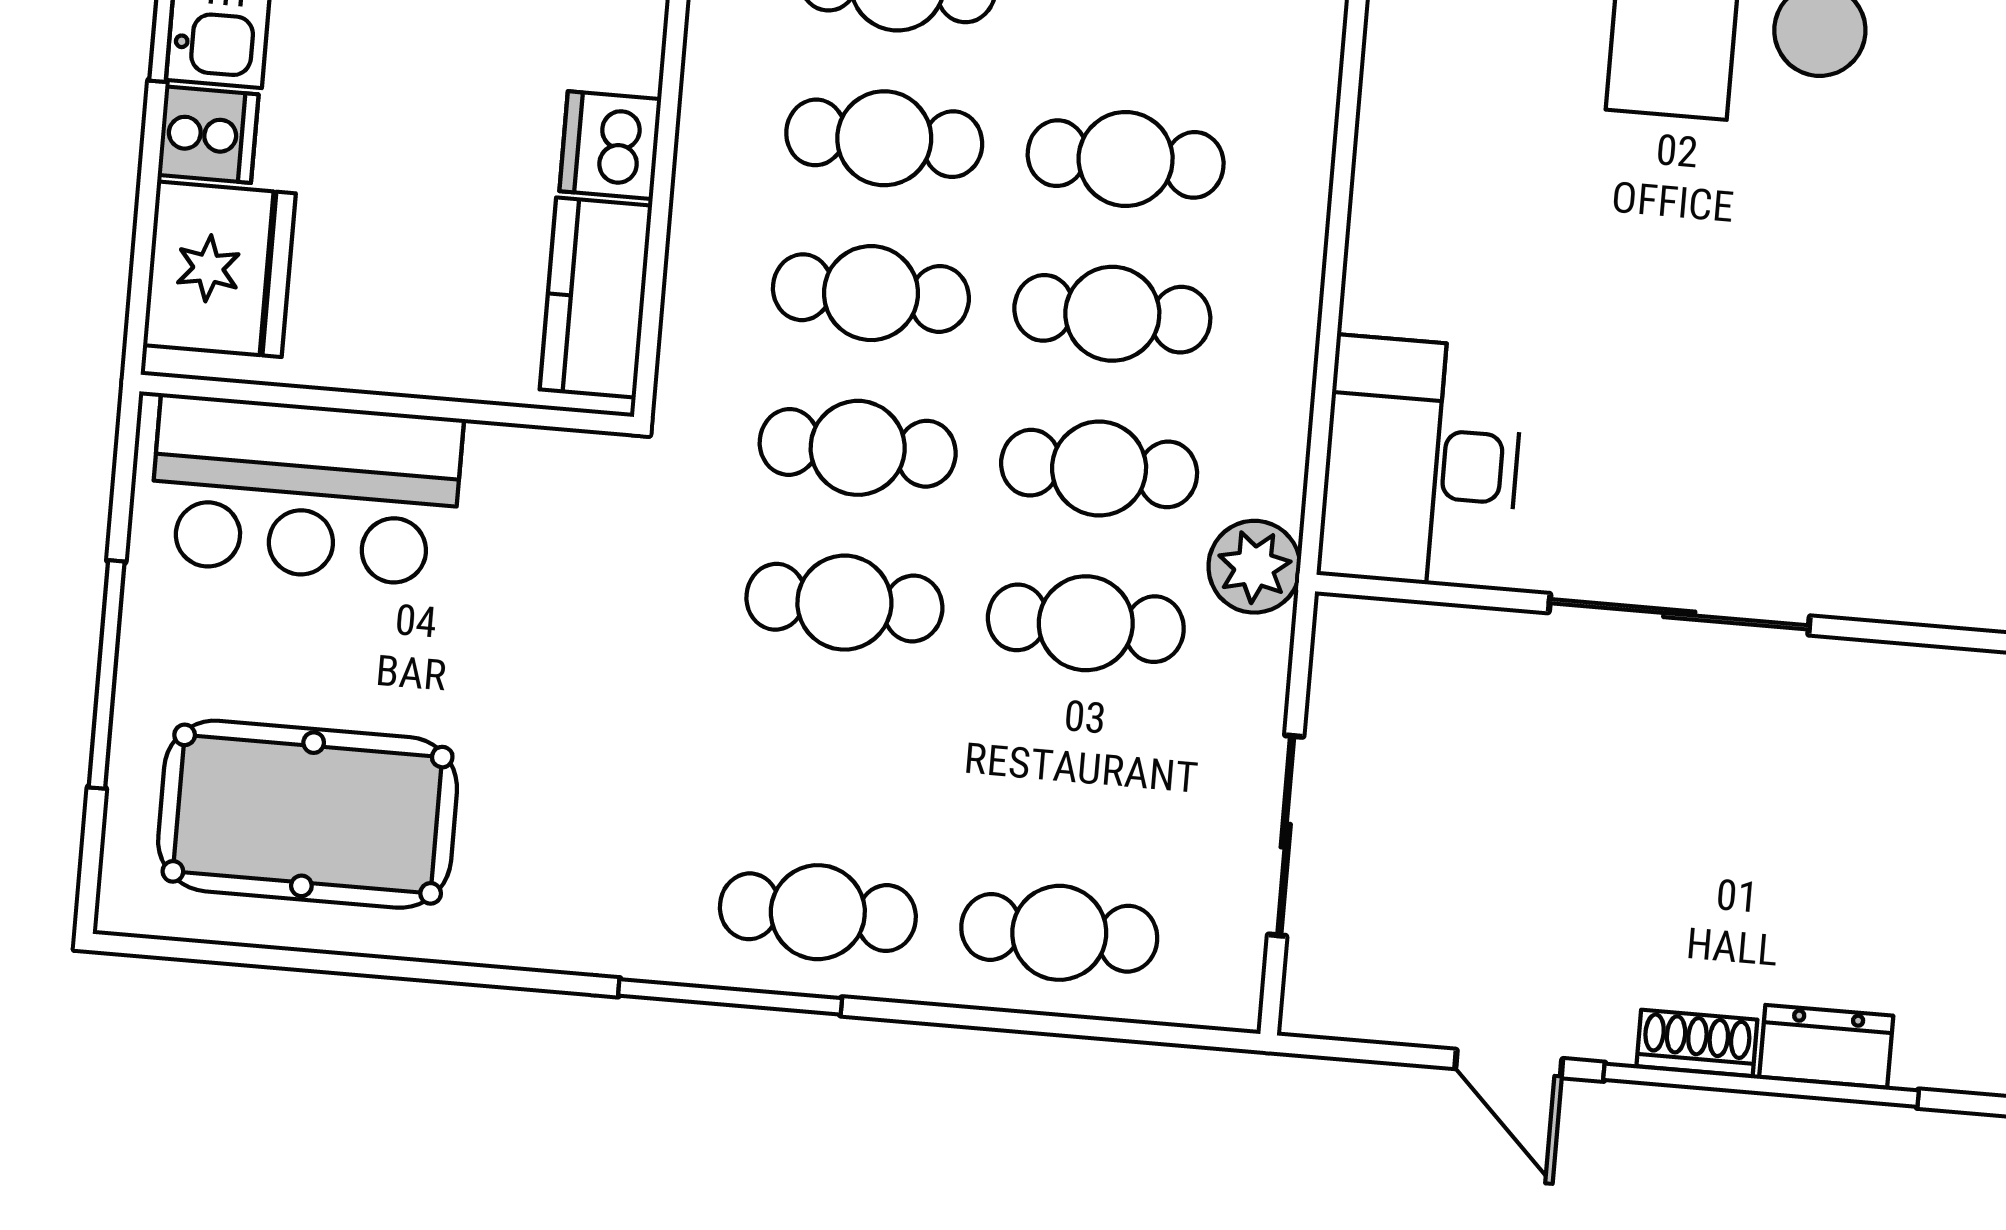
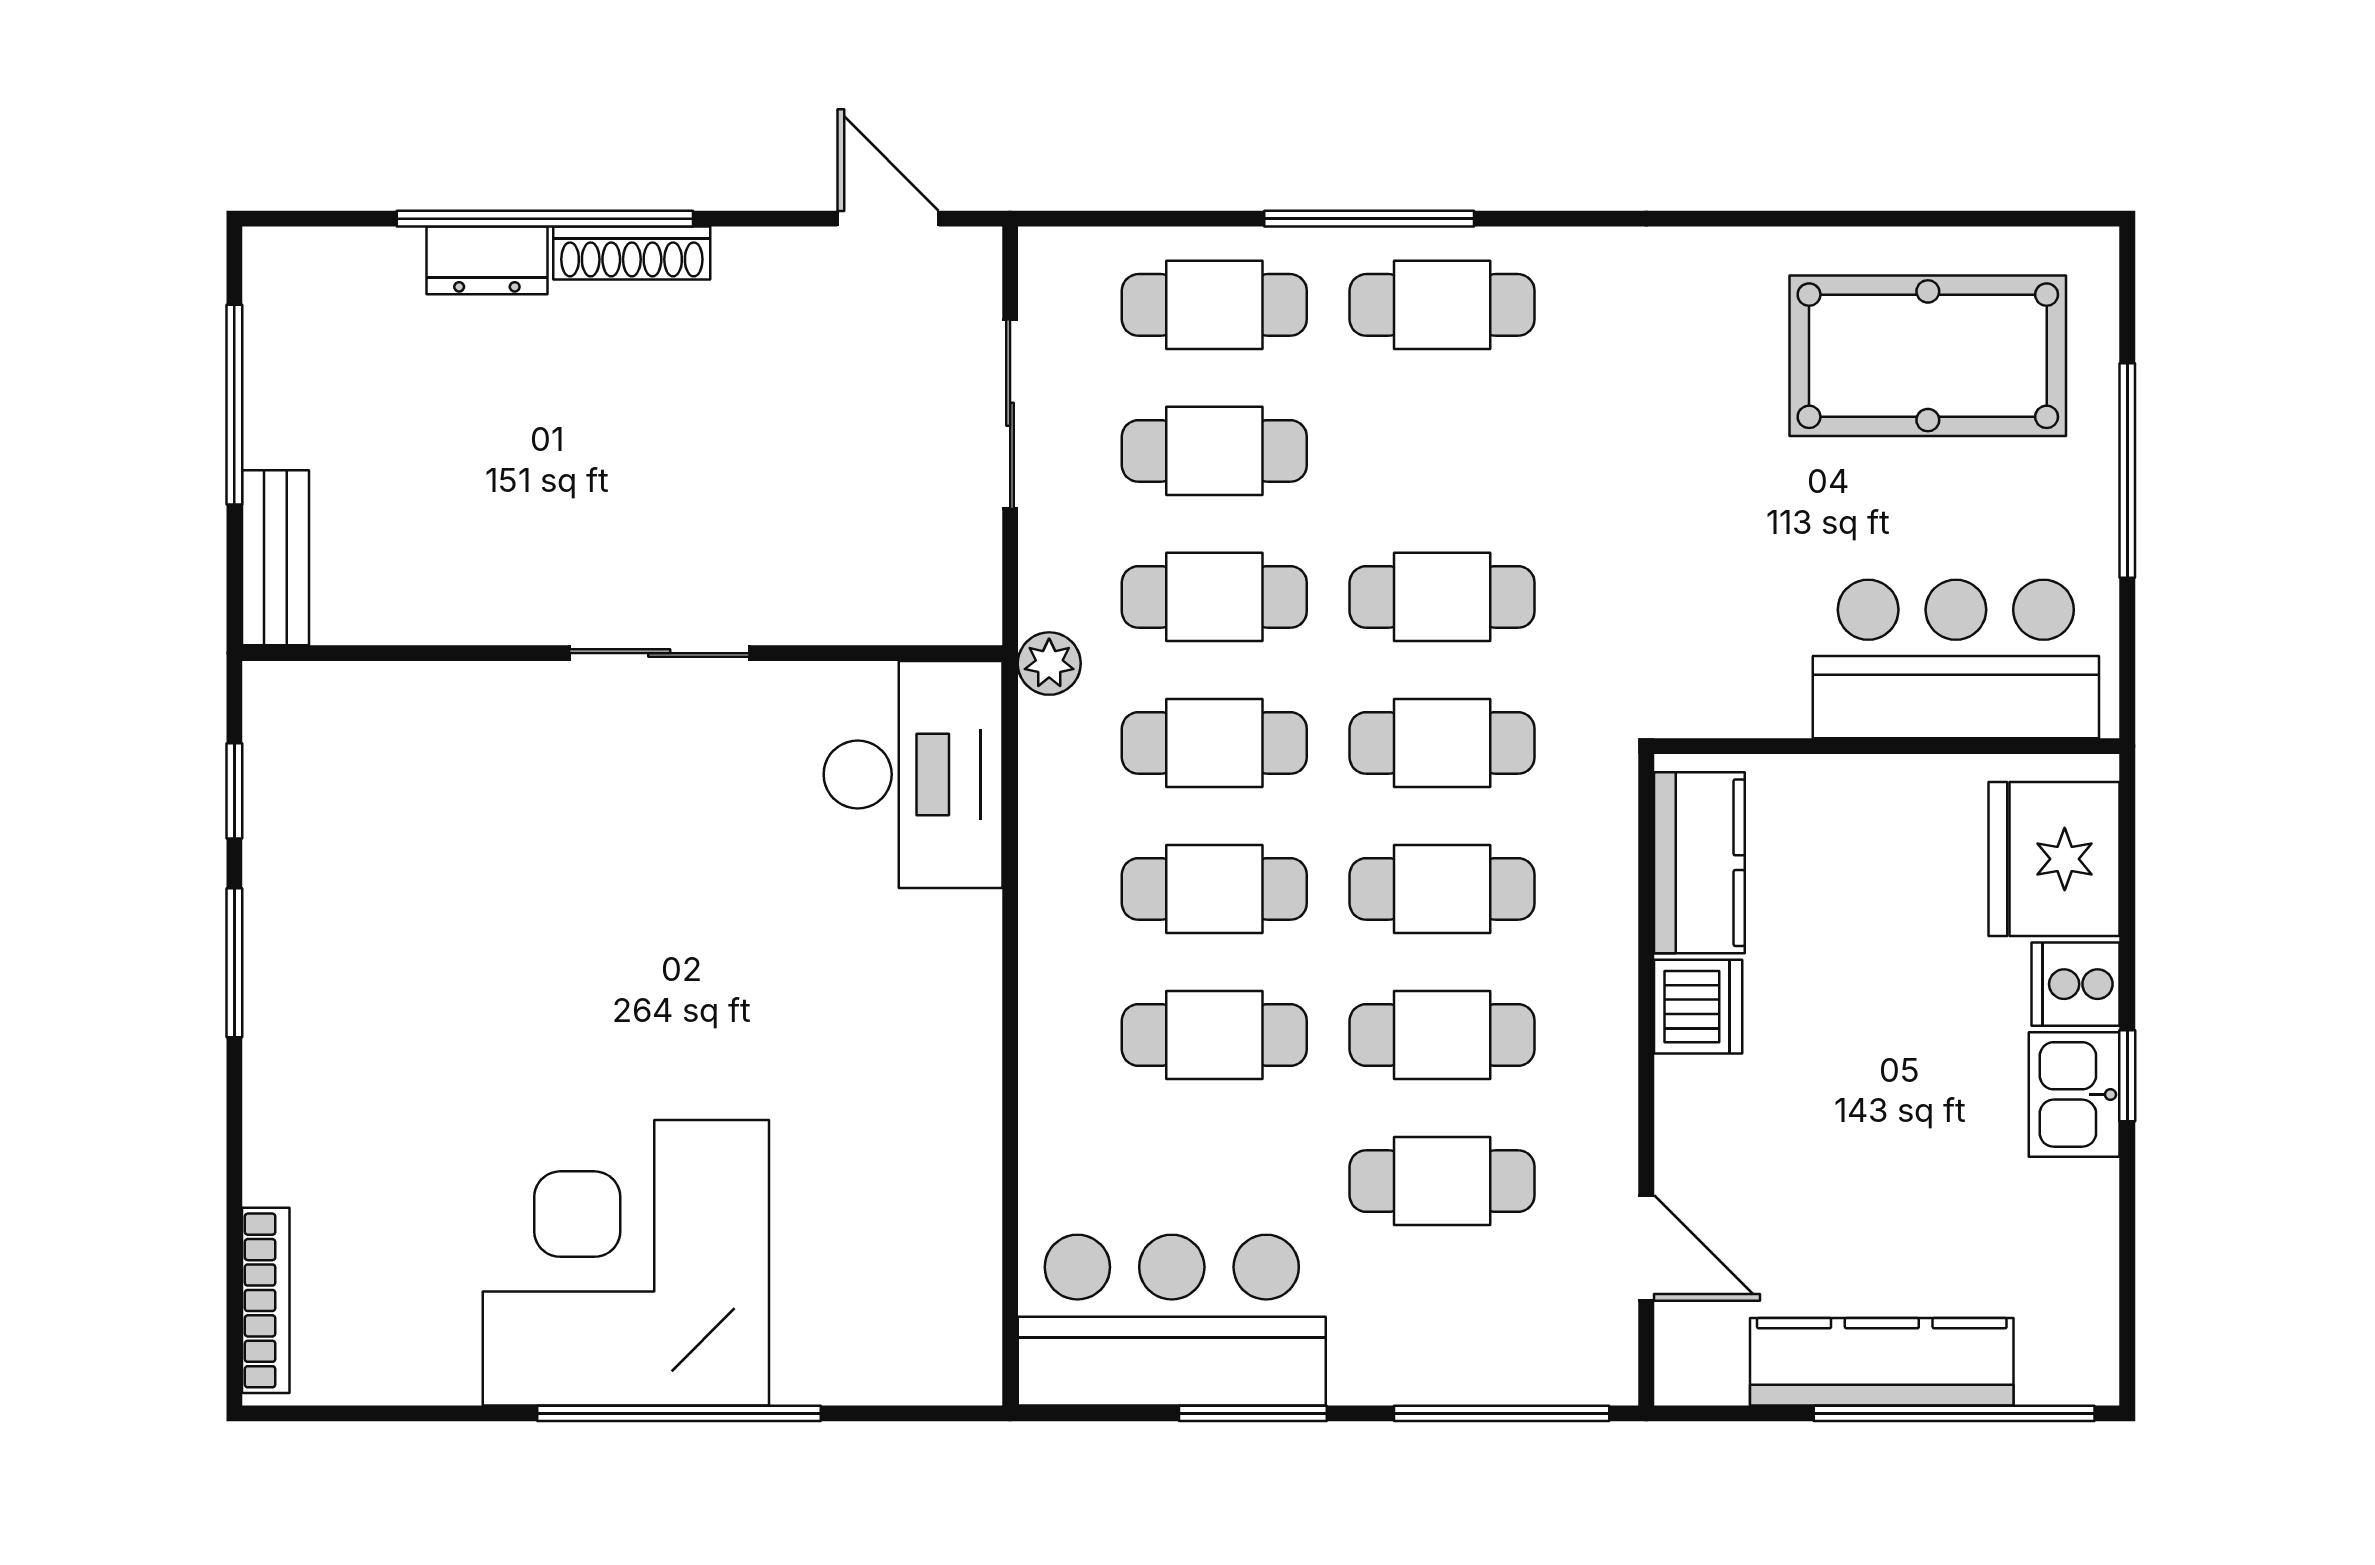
plant: (1254, 567) -> (1049, 664), width x0.73, depth x0.73
sliding door: (1679, 614) -> (659, 653), width x0.73
cafe table: (1073, 778) -> (1214, 451), added
window: (730, 997) -> (1369, 219), moved
shoe rack: (1697, 1043) -> (632, 253), width x1.43
door: (1509, 1064) -> (888, 219), moved

